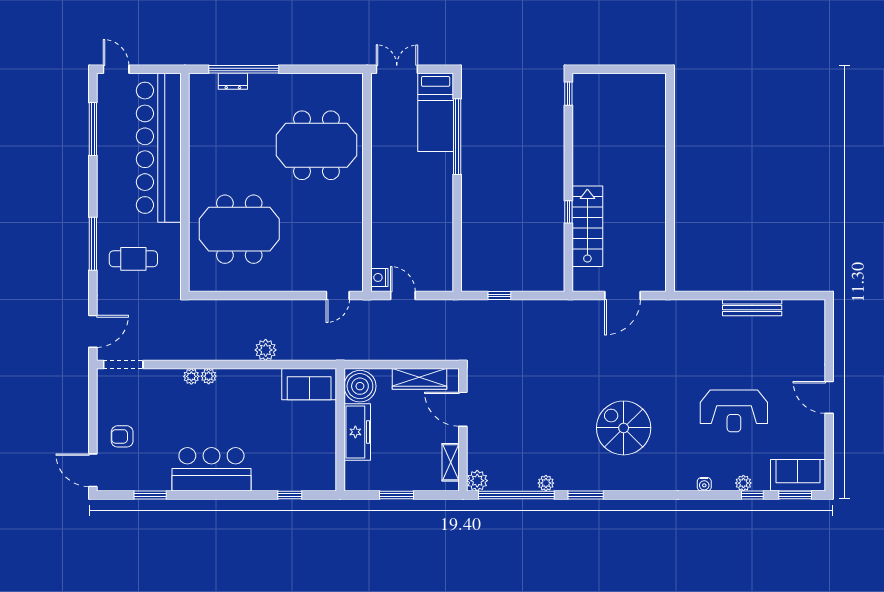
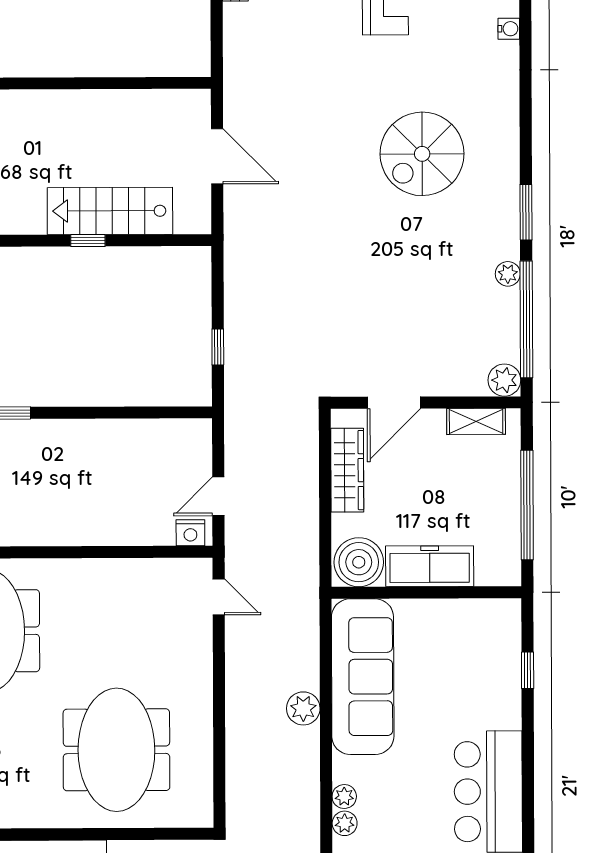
sofa: (309, 384) -> (363, 677), width x1.85, depth x1.27
window: (397, 495) -> (527, 505), width x2.11

